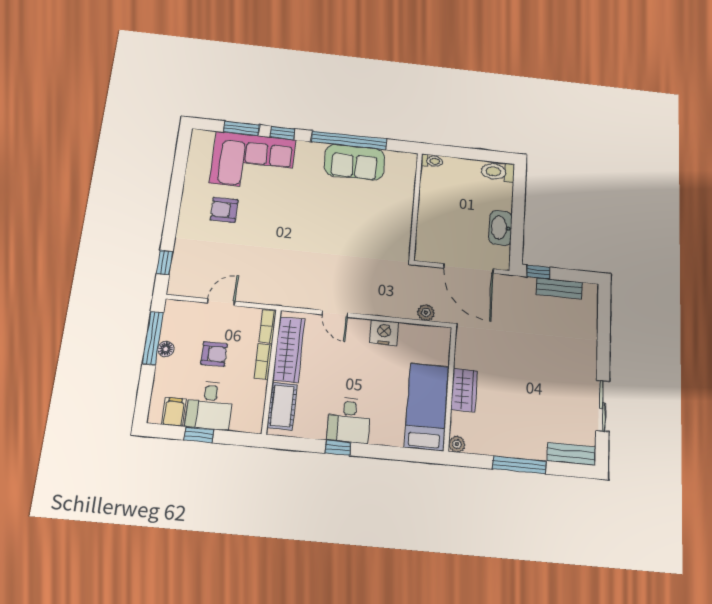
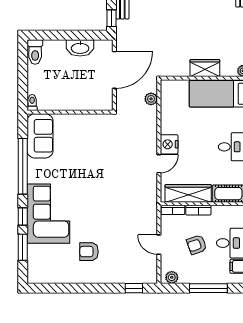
corner sofa: (253, 161) -> (48, 214), moved
sofa: (354, 162) -> (40, 136), moved
armchair: (224, 210) -> (89, 252), turned 90
plant: (172, 315) -> (172, 277), added
nightstand: (384, 333) -> (169, 144), moved
window: (153, 338) -> (208, 288), moved
floor lamp: (166, 349) -> (196, 278), removed
armchair: (214, 354) -> (197, 245), turned -109

